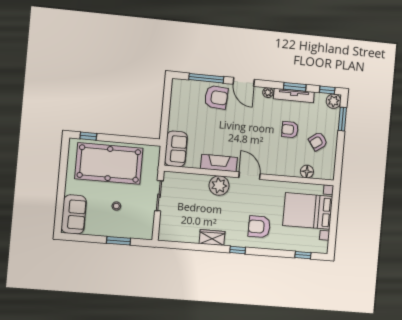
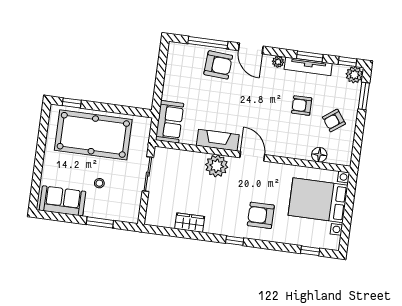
sofa: (74, 214) -> (63, 201), moved, turned -90
wardrobe: (212, 238) -> (190, 223), moved

